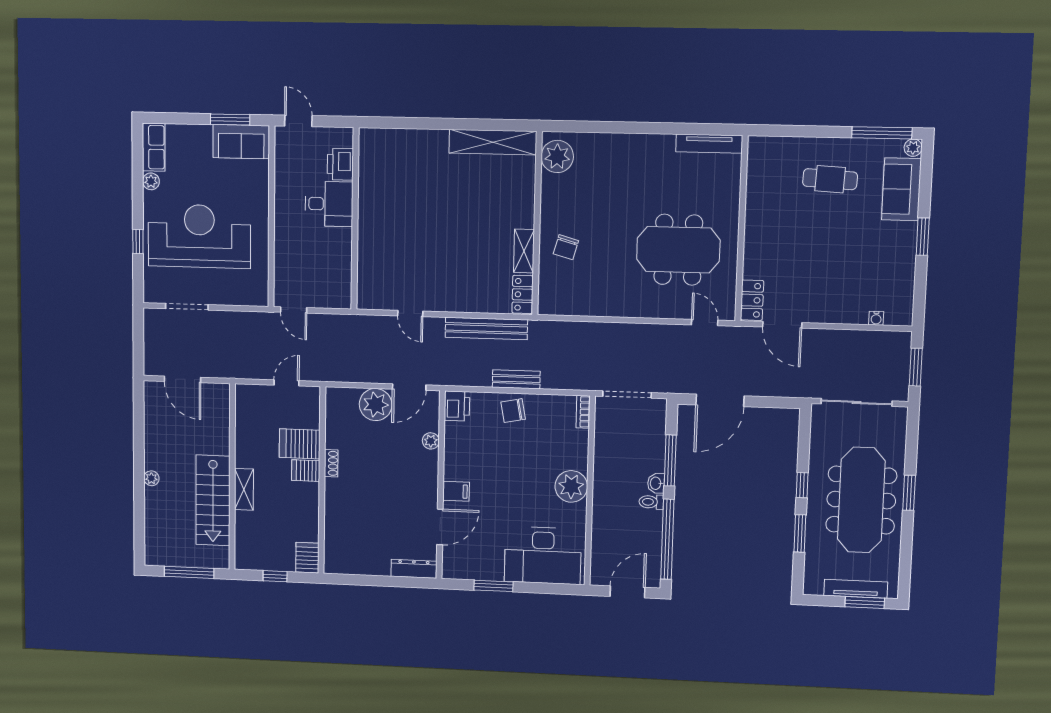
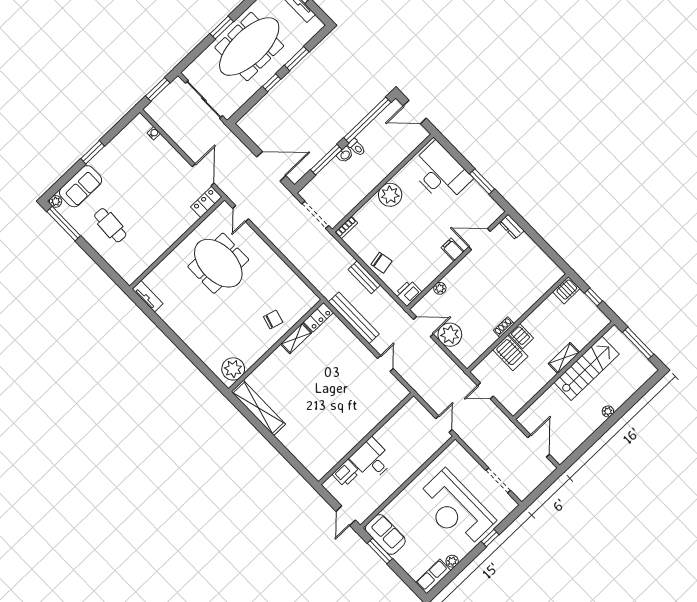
tv unit: (709, 144) -> (148, 296), width x0.71
dresser: (414, 569) -> (512, 227), width x0.70

